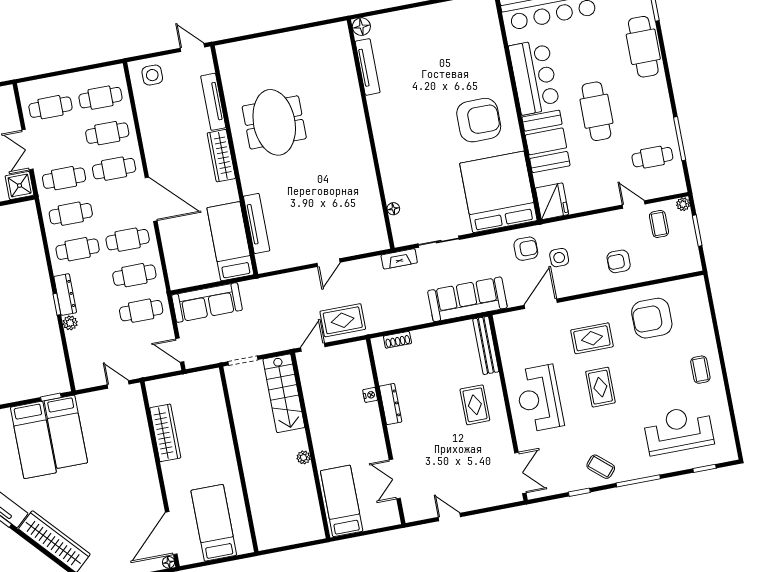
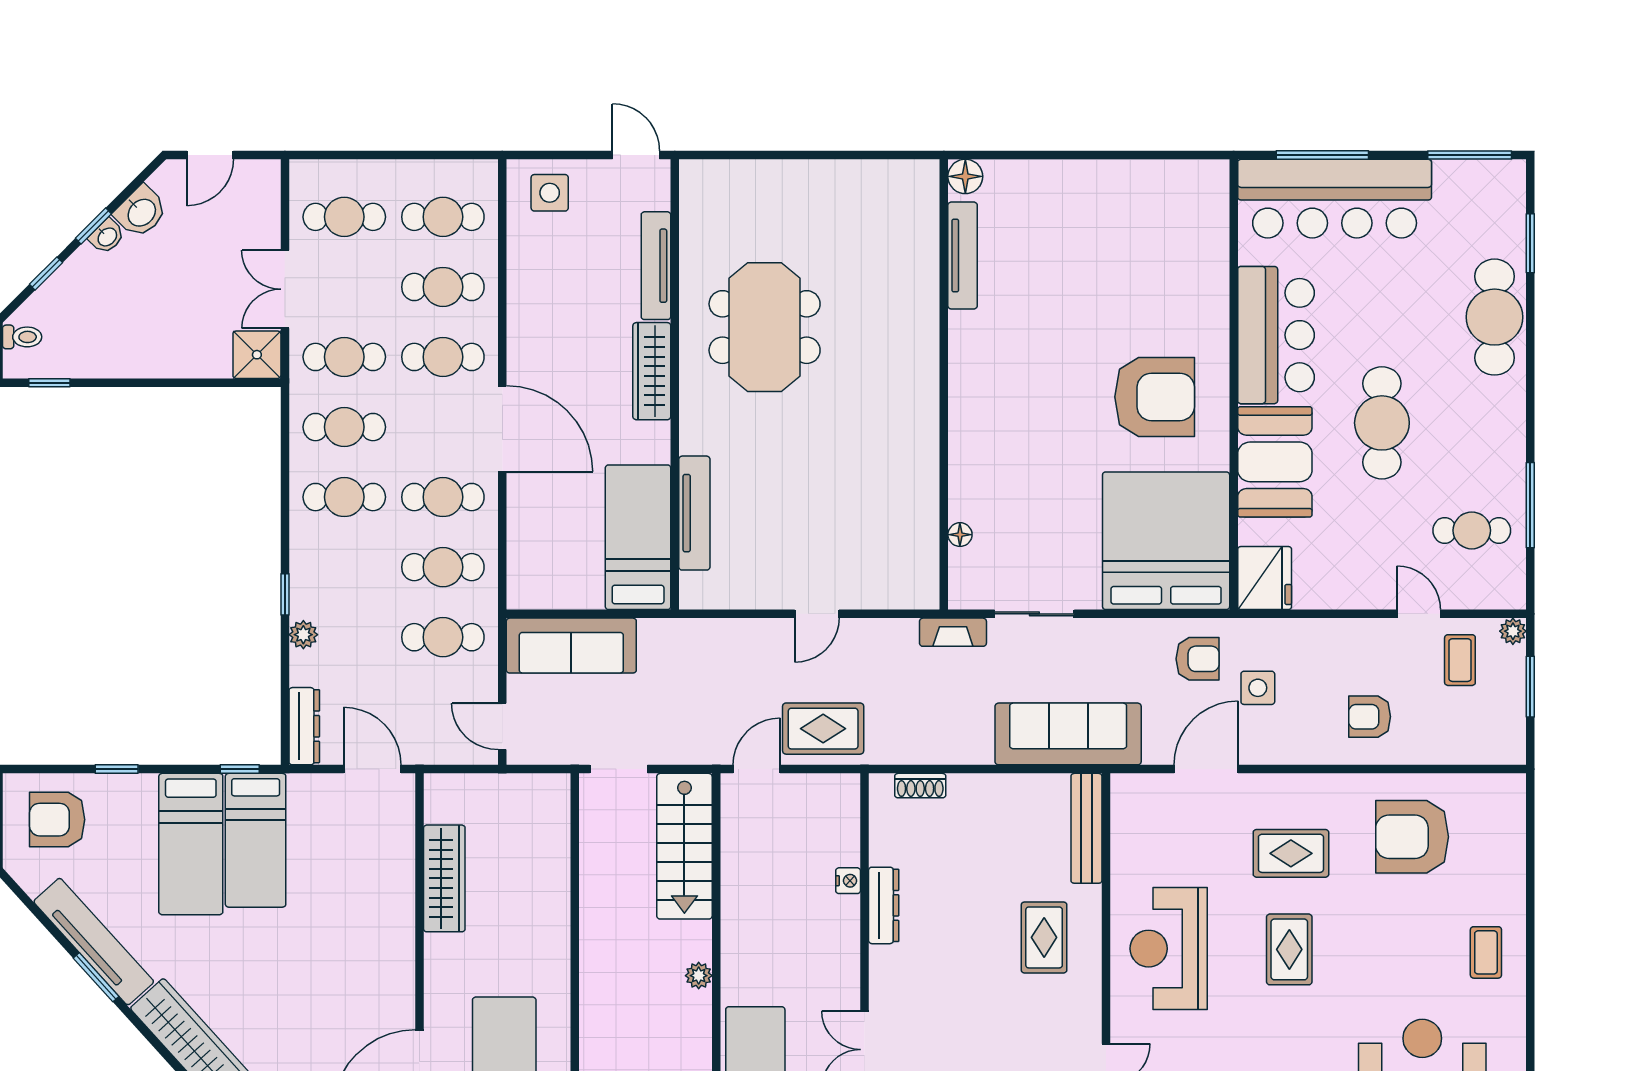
dresser: (65, 295) -> (304, 726), moved
door: (118, 384) -> (372, 769), width x1.38

